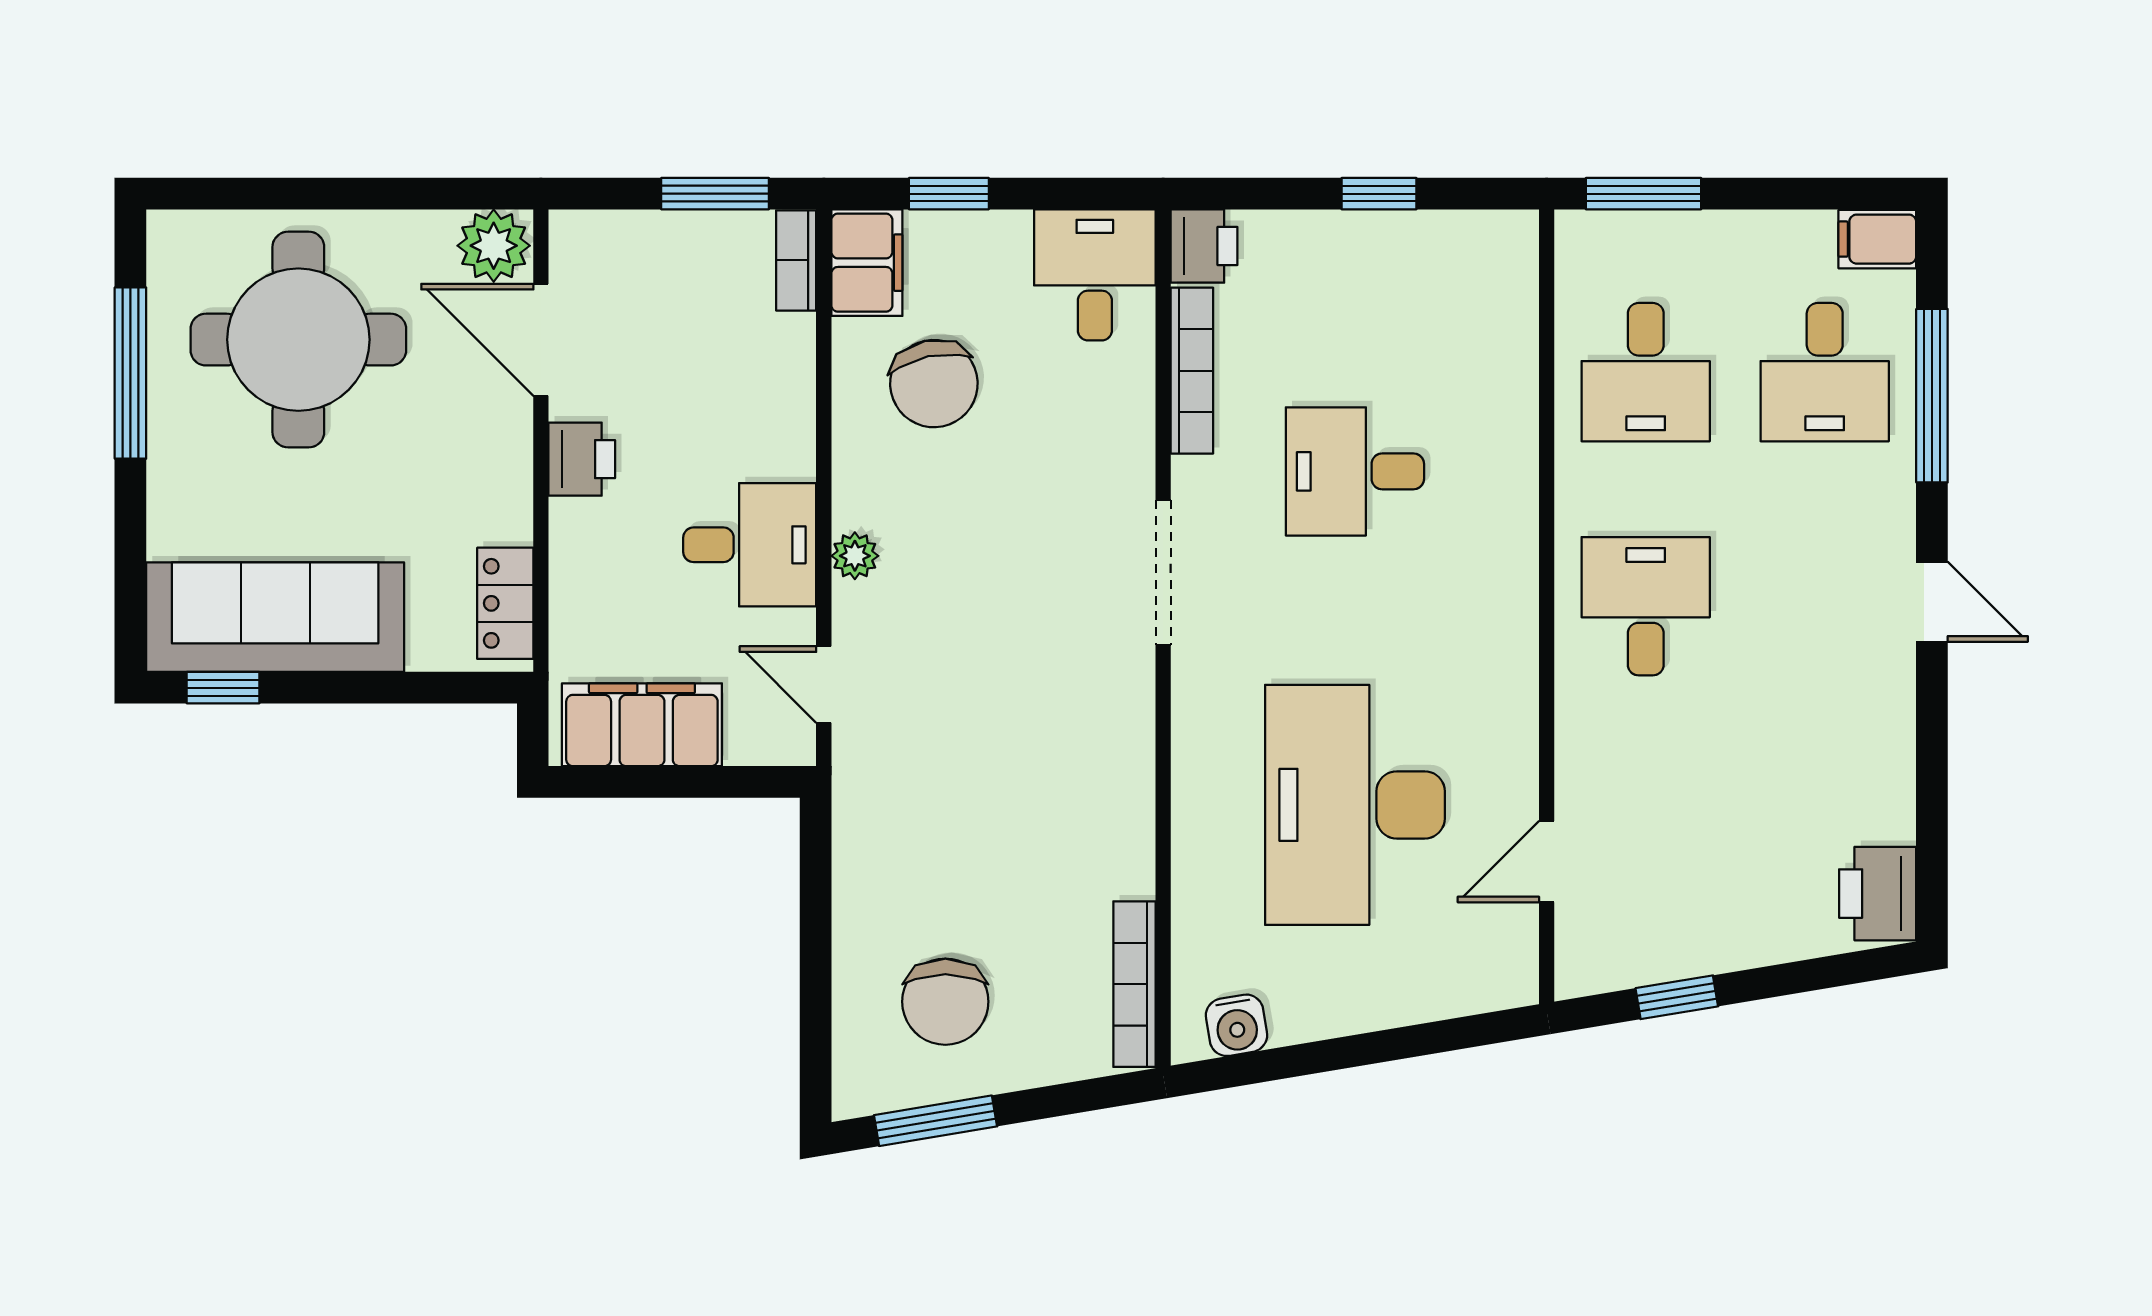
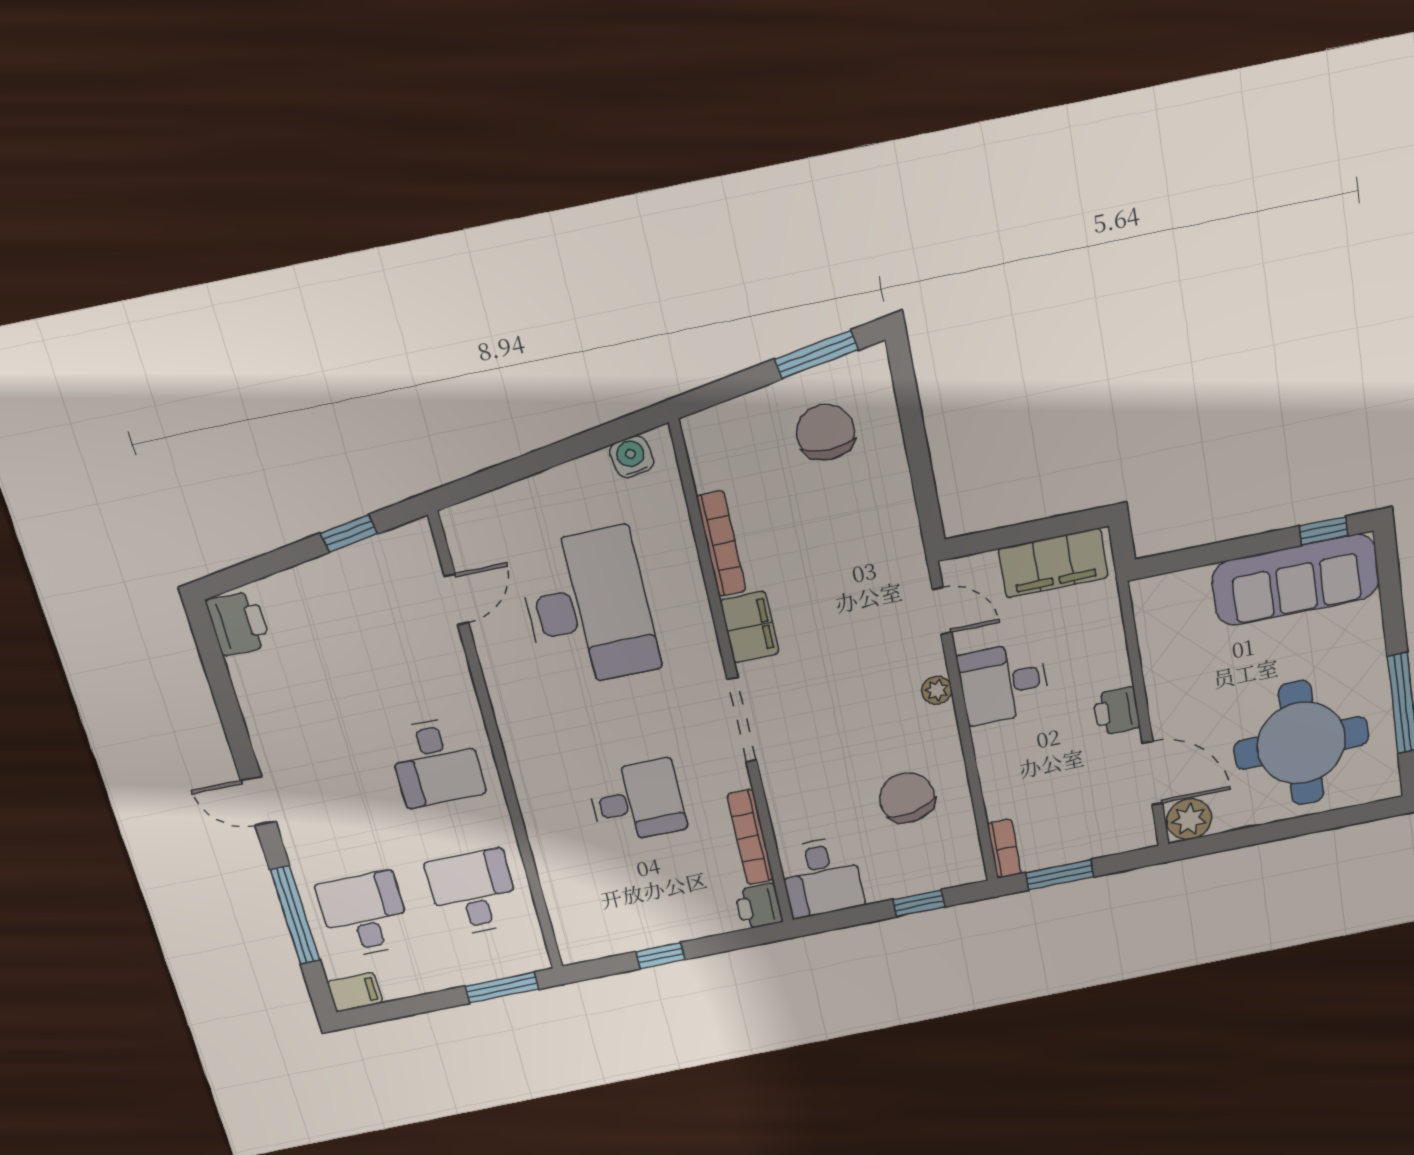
filing cabinet: (867, 263) -> (749, 627), moved, turned 180
locker: (505, 603) -> (1151, 618), removed
bookcase: (1134, 984) -> (721, 544), moved

